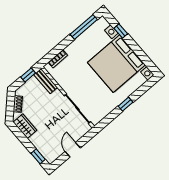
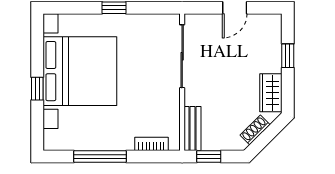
window: (84, 27) -> (100, 156), moved
window: (121, 31) -> (37, 89), moved
window: (38, 156) -> (288, 56), moved

